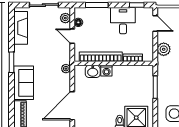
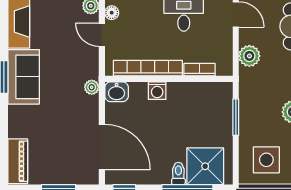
washbasin: (93, 71) -> (117, 92), moved
sofa: (24, 83) -> (24, 77), moved
door: (72, 106) -> (102, 147), swing flipped

